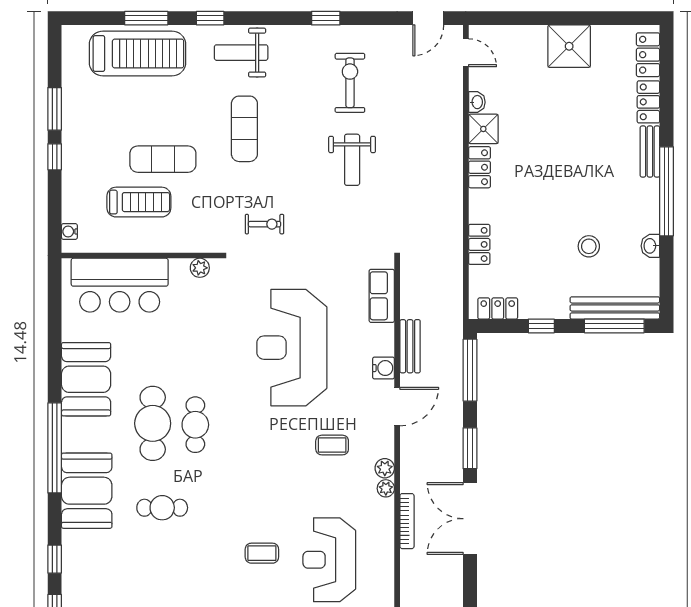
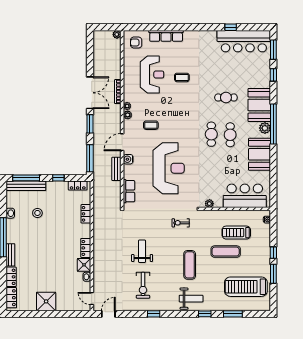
treadmill: (137, 54) -> (246, 287), moved
cafe table: (153, 423) -> (230, 135), width x0.73, depth x0.74
plant: (74, 439) -> (265, 128), added

